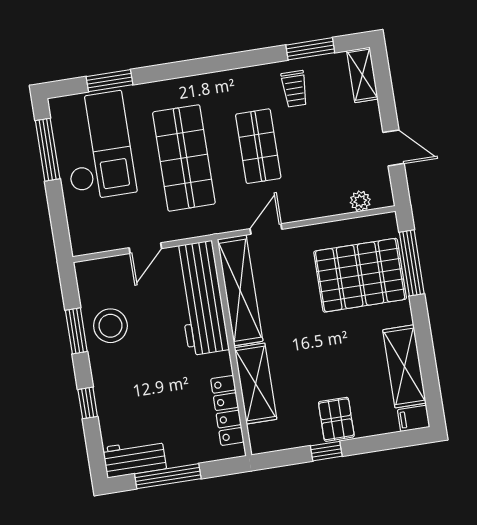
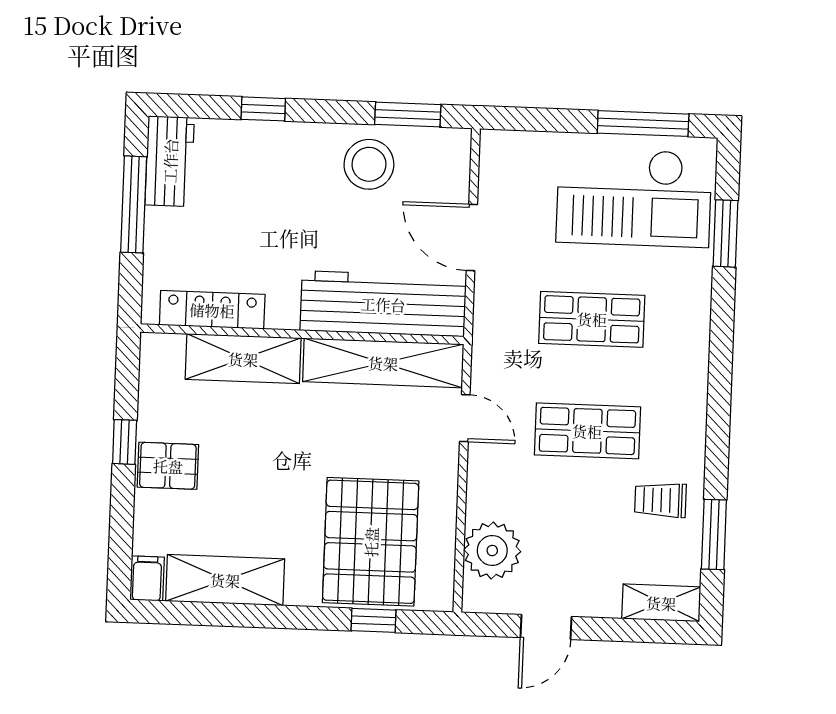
shop shelf: (184, 158) -> (592, 319), width x0.70, depth x0.74
plant: (360, 201) -> (492, 551), width x1.87, depth x1.87
door: (145, 248) -> (472, 237), width x1.38
window: (412, 263) -> (374, 620), width x0.46
window: (76, 331) -> (408, 115), moved

